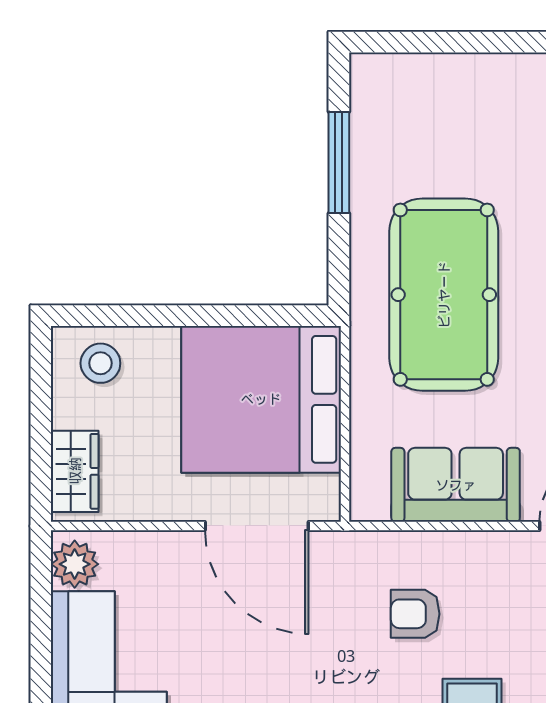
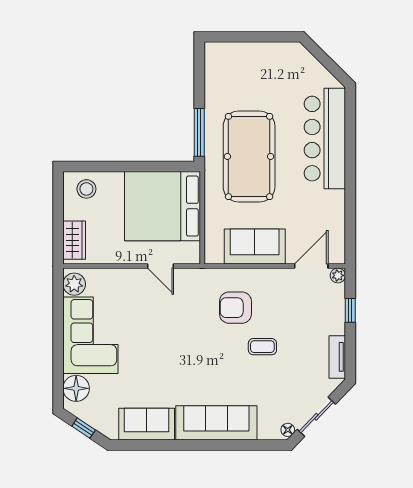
window: (339, 163) -> (199, 132), moved
door: (257, 526) -> (160, 266), width x0.53
armchair: (415, 614) -> (235, 308), width x1.38, depth x1.38

